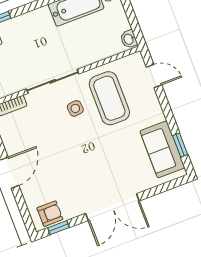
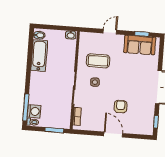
door: (154, 76) -> (110, 32), moved
coffee table: (109, 98) -> (98, 61), width x0.73, depth x0.76
armchair: (50, 214) -> (121, 107), moved

